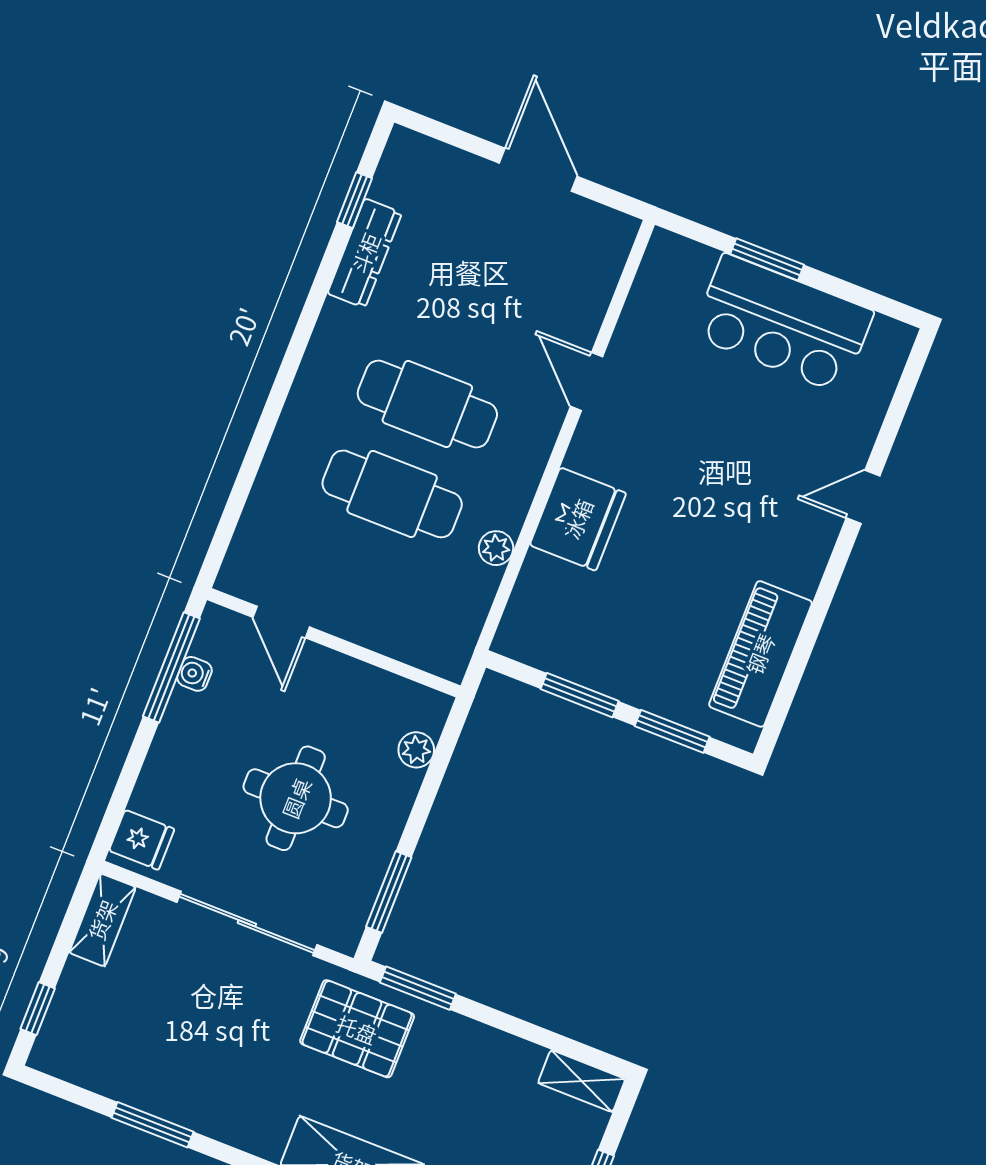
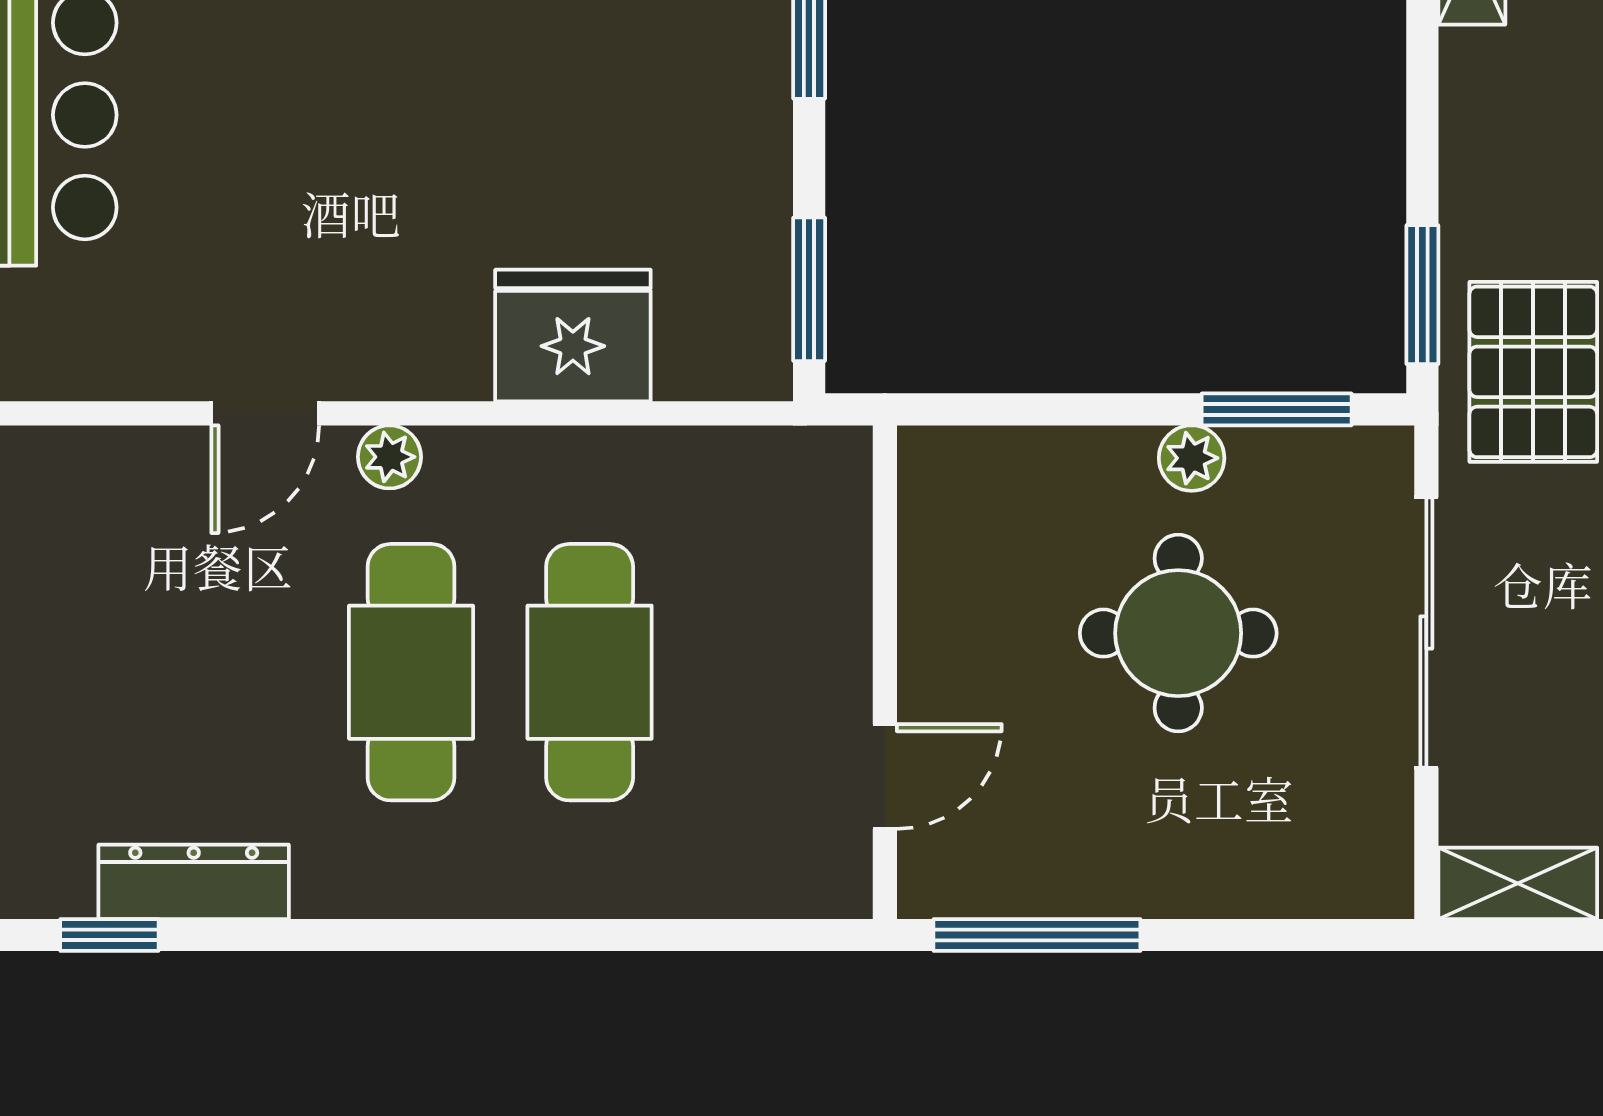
fridge: (578, 519) -> (573, 336), moved
plant: (496, 548) -> (389, 457), moved
water cooler: (194, 674) -> (1032, 891), removed
window: (580, 695) -> (809, 289), moved
plant: (416, 750) -> (1192, 458), moved
fridge: (142, 840) -> (1353, 870), removed

